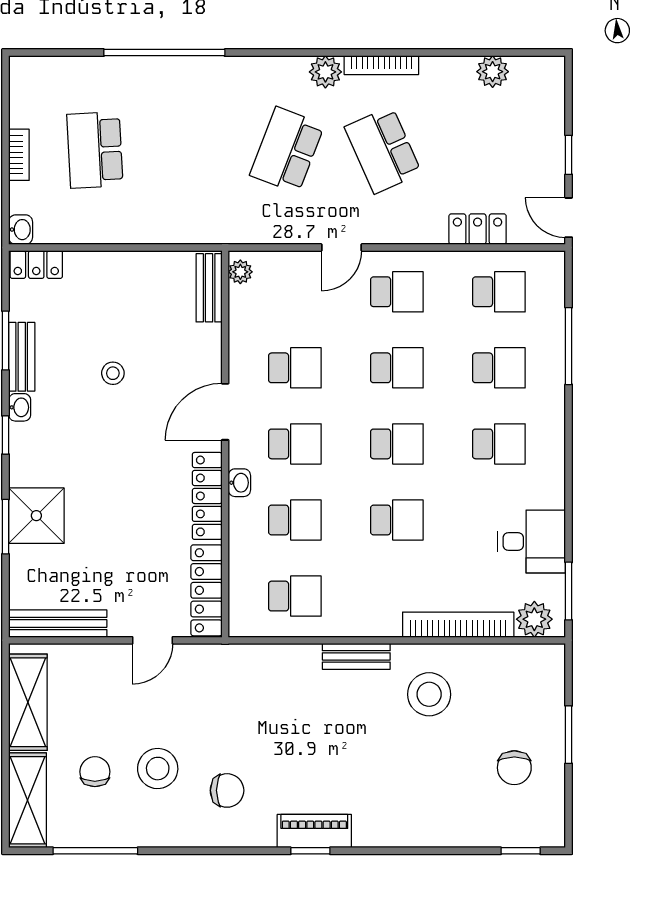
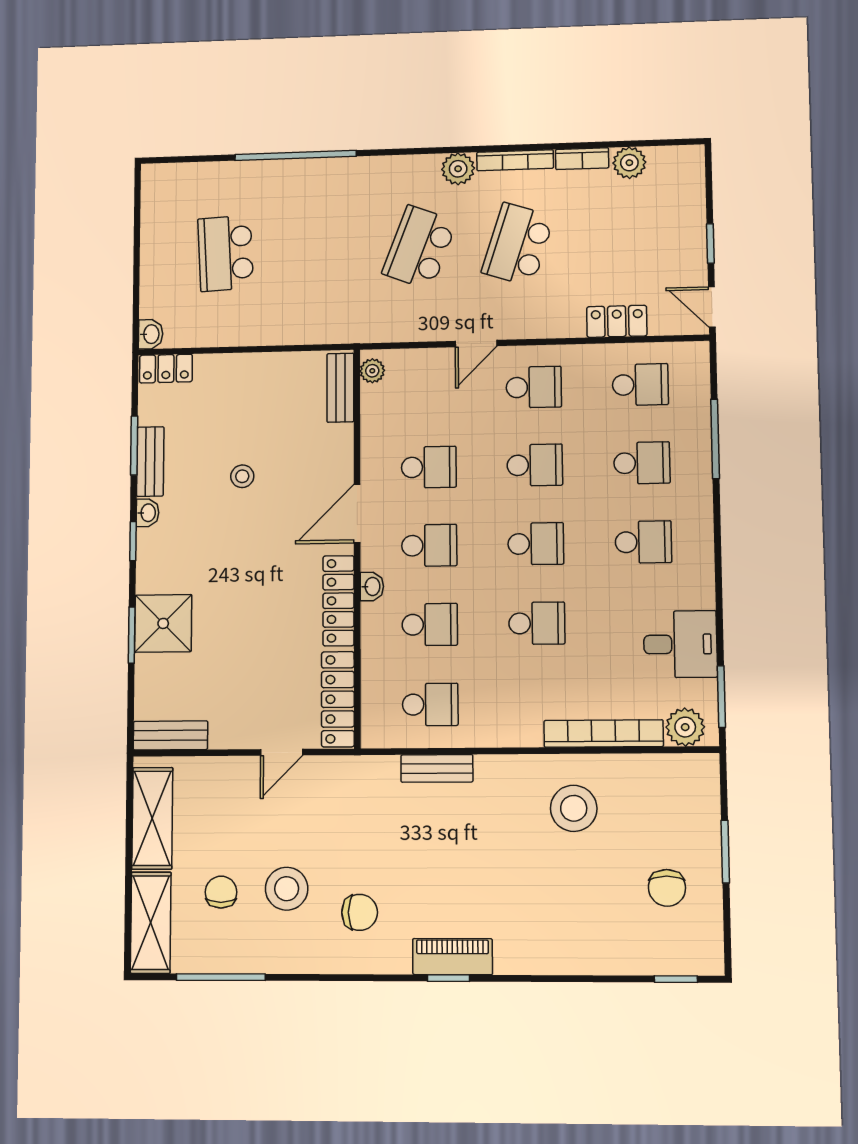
school desk: (383, 150) -> (518, 244), turned 42
bookcase: (19, 155) -> (582, 159), moved, turned 90
bench: (58, 624) -> (170, 735), width x0.73
bench: (356, 656) -> (437, 768), moved

